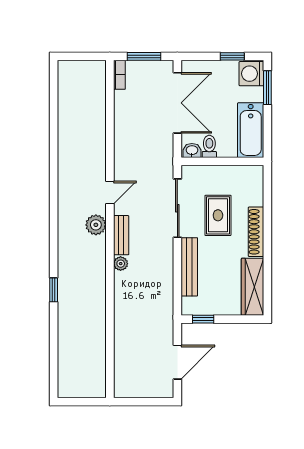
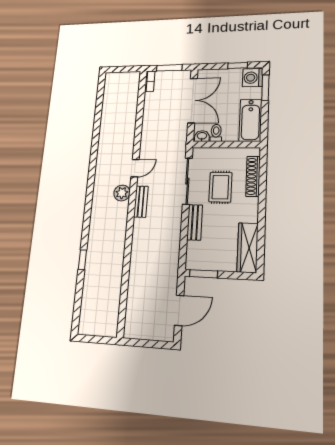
shoe rack: (256, 232) -> (253, 176), moved
plant: (121, 264) -> (139, 224), removed
bench: (189, 267) -> (195, 222), width x0.73
window: (54, 290) -> (82, 260), moved
window: (203, 319) -> (203, 274), width x1.50

